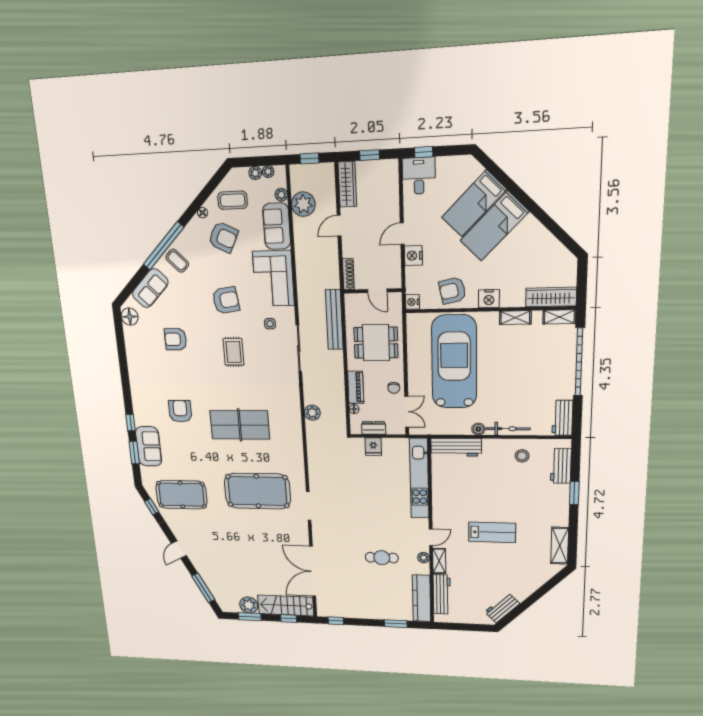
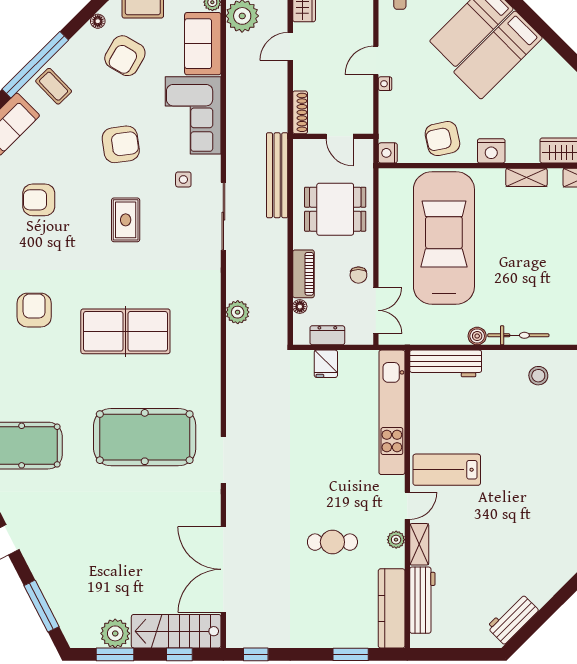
armchair: (223, 237) -> (125, 56), turned 94
nightstand: (413, 256) -> (385, 84), width x0.53, depth x0.56
lab bench: (492, 532) -> (447, 470), moved, turned 180

